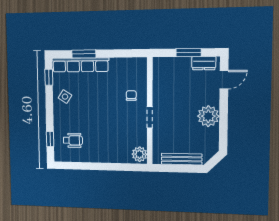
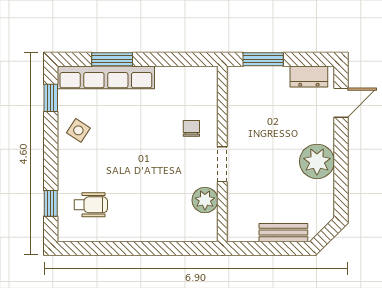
window: (189, 53) -> (263, 59), moved
plant: (140, 154) -> (205, 200), moved
bench: (182, 159) -> (283, 233), width x0.73

